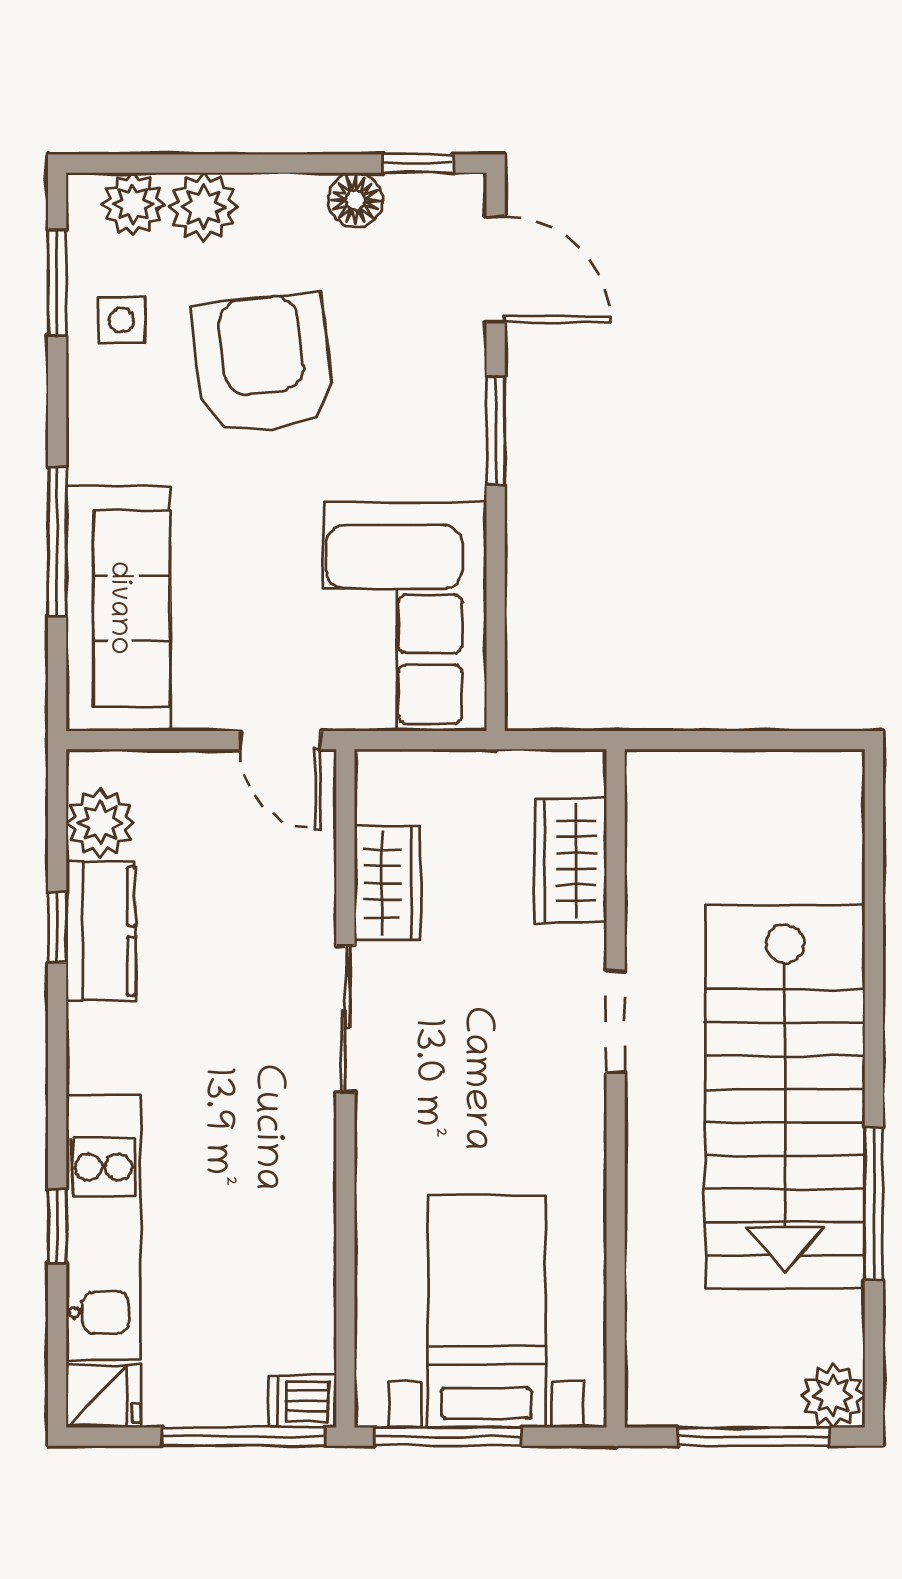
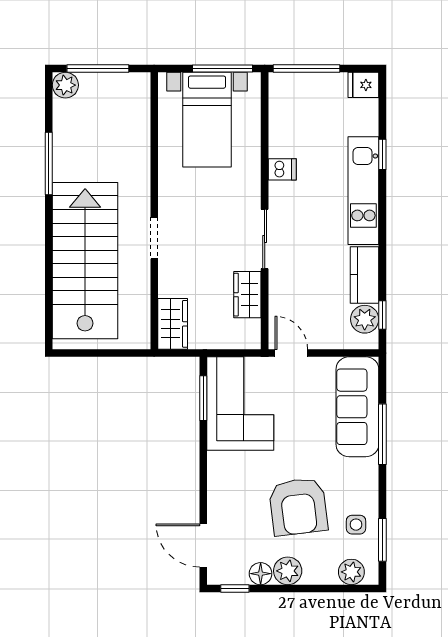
plant: (204, 207) -> (288, 571), moved
window: (496, 431) -> (203, 398), moved
wardrobe: (570, 861) -> (173, 324), moved
window: (57, 928) -> (382, 315), moved
stairs: (785, 1097) -> (85, 261), moved
kitchen unit: (103, 1228) -> (363, 191), moved
dishwasher: (302, 1401) -> (282, 169), moved

